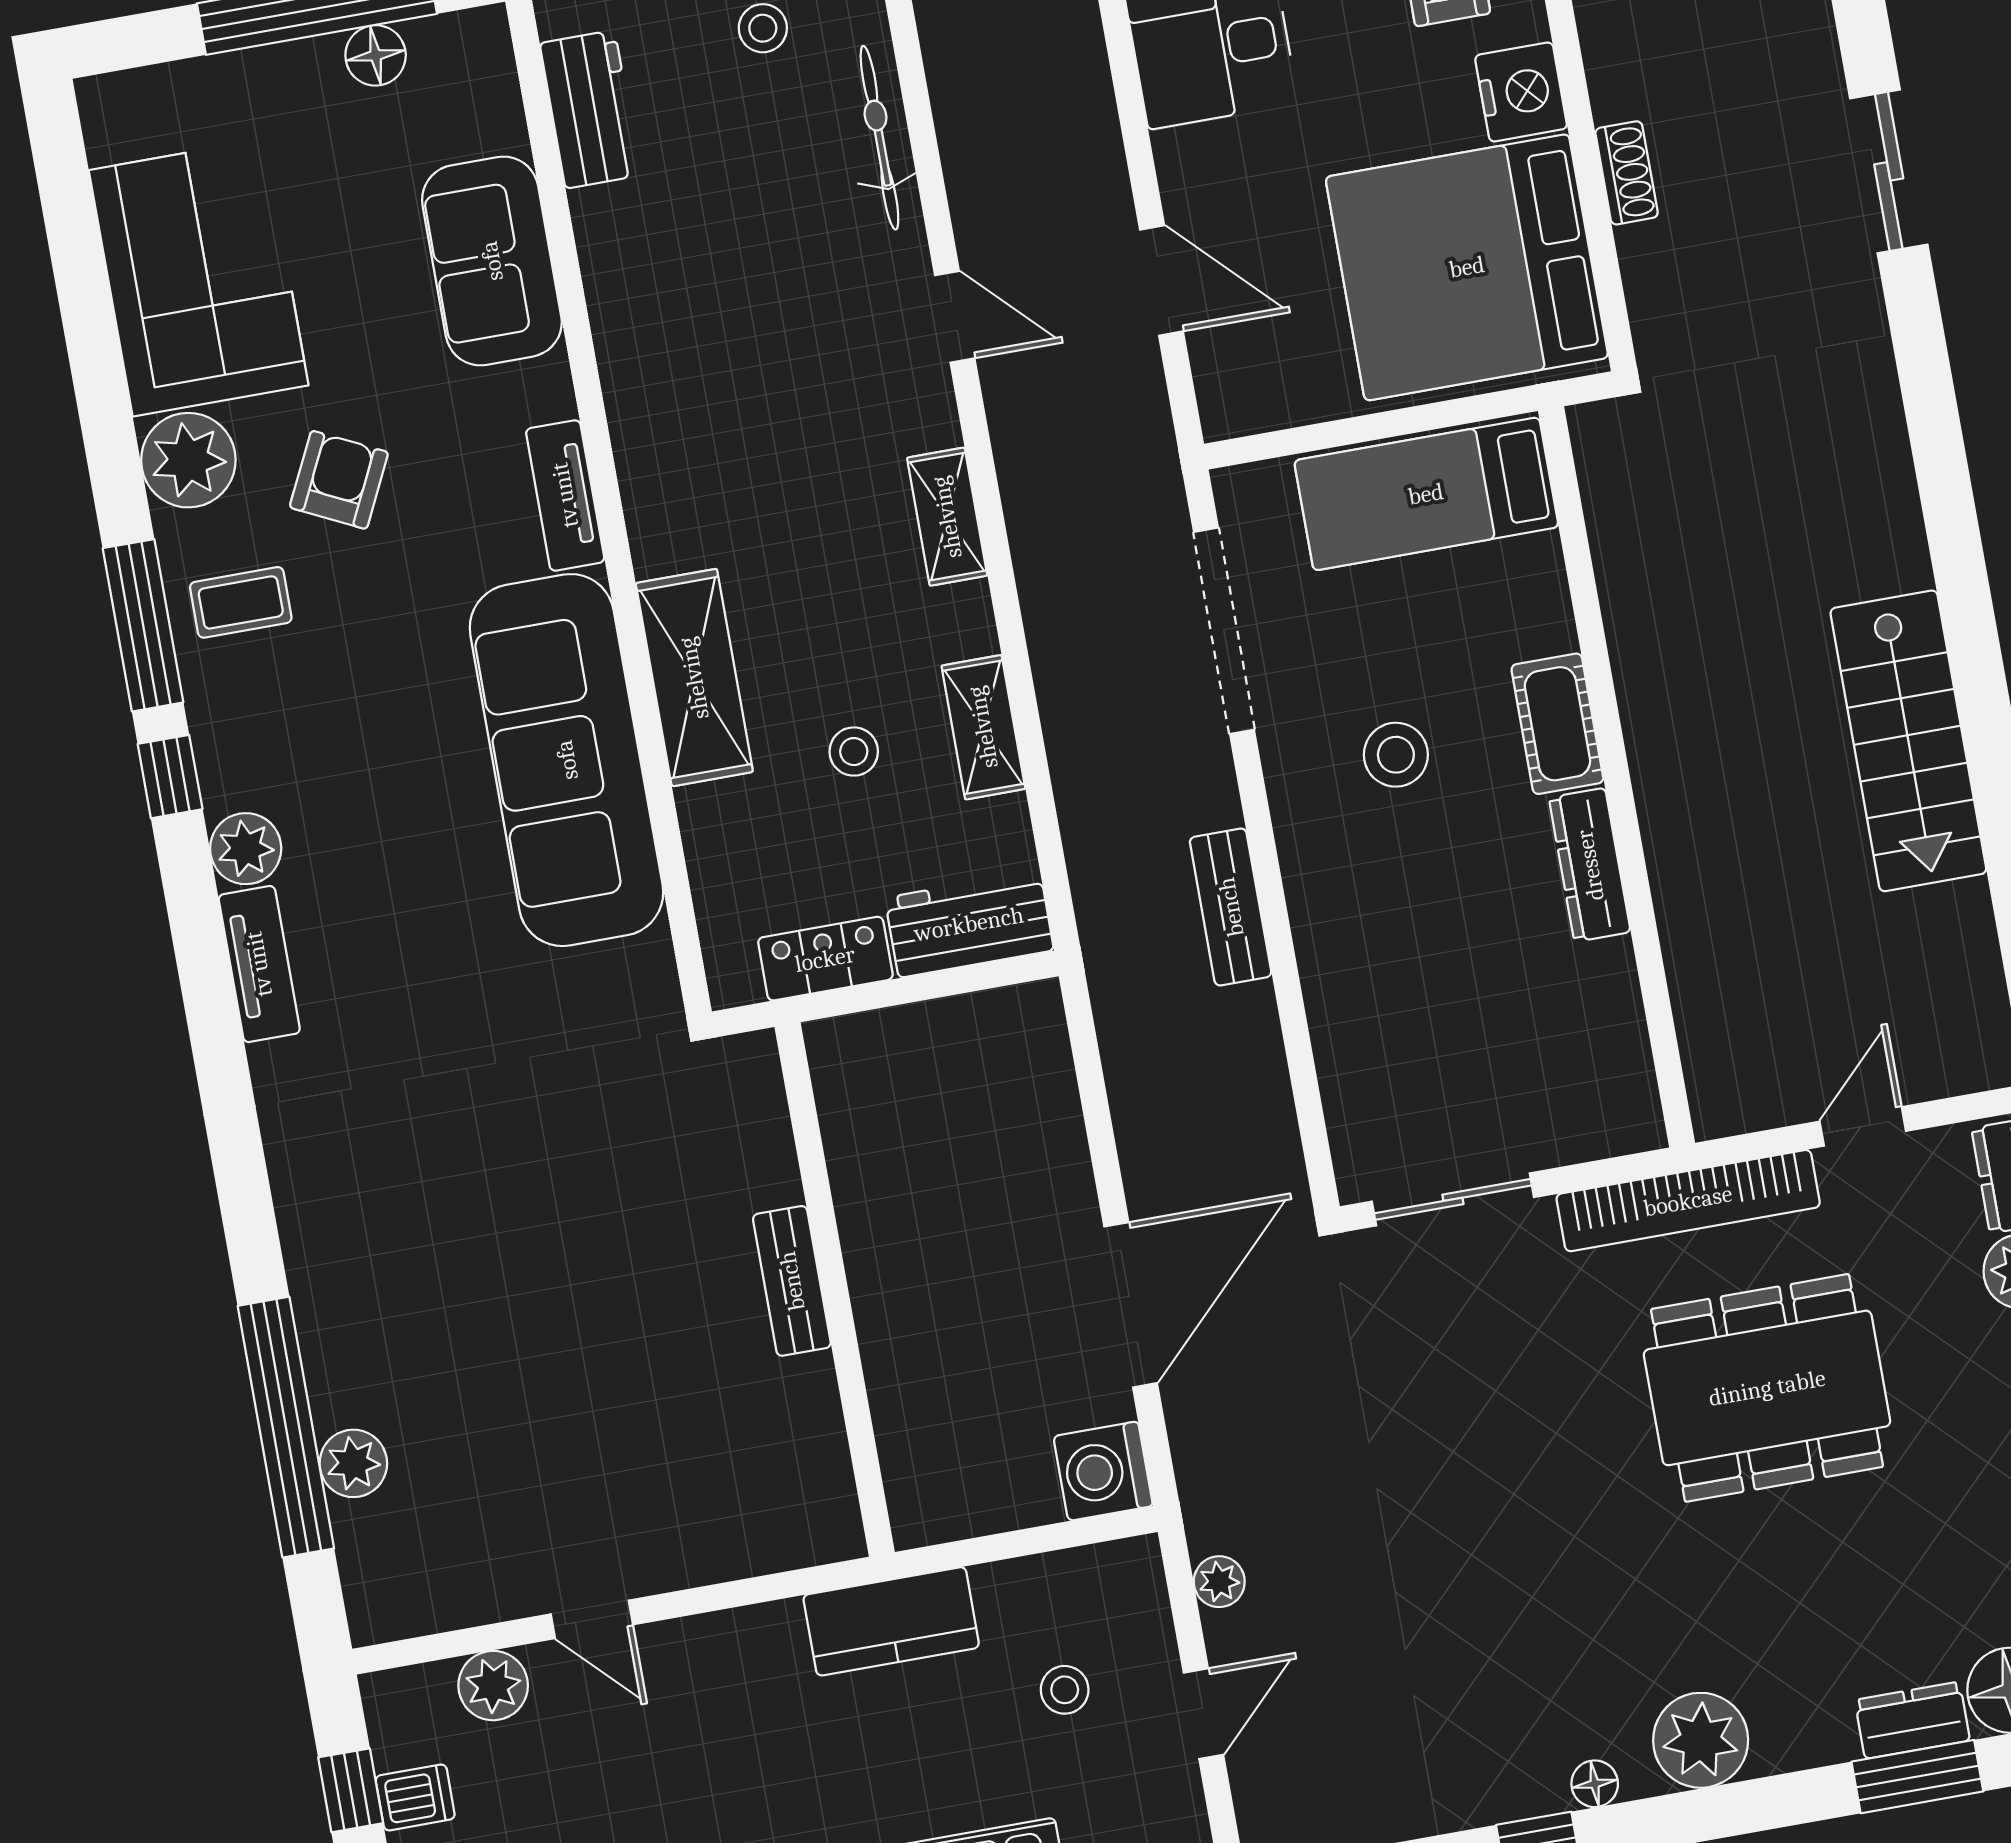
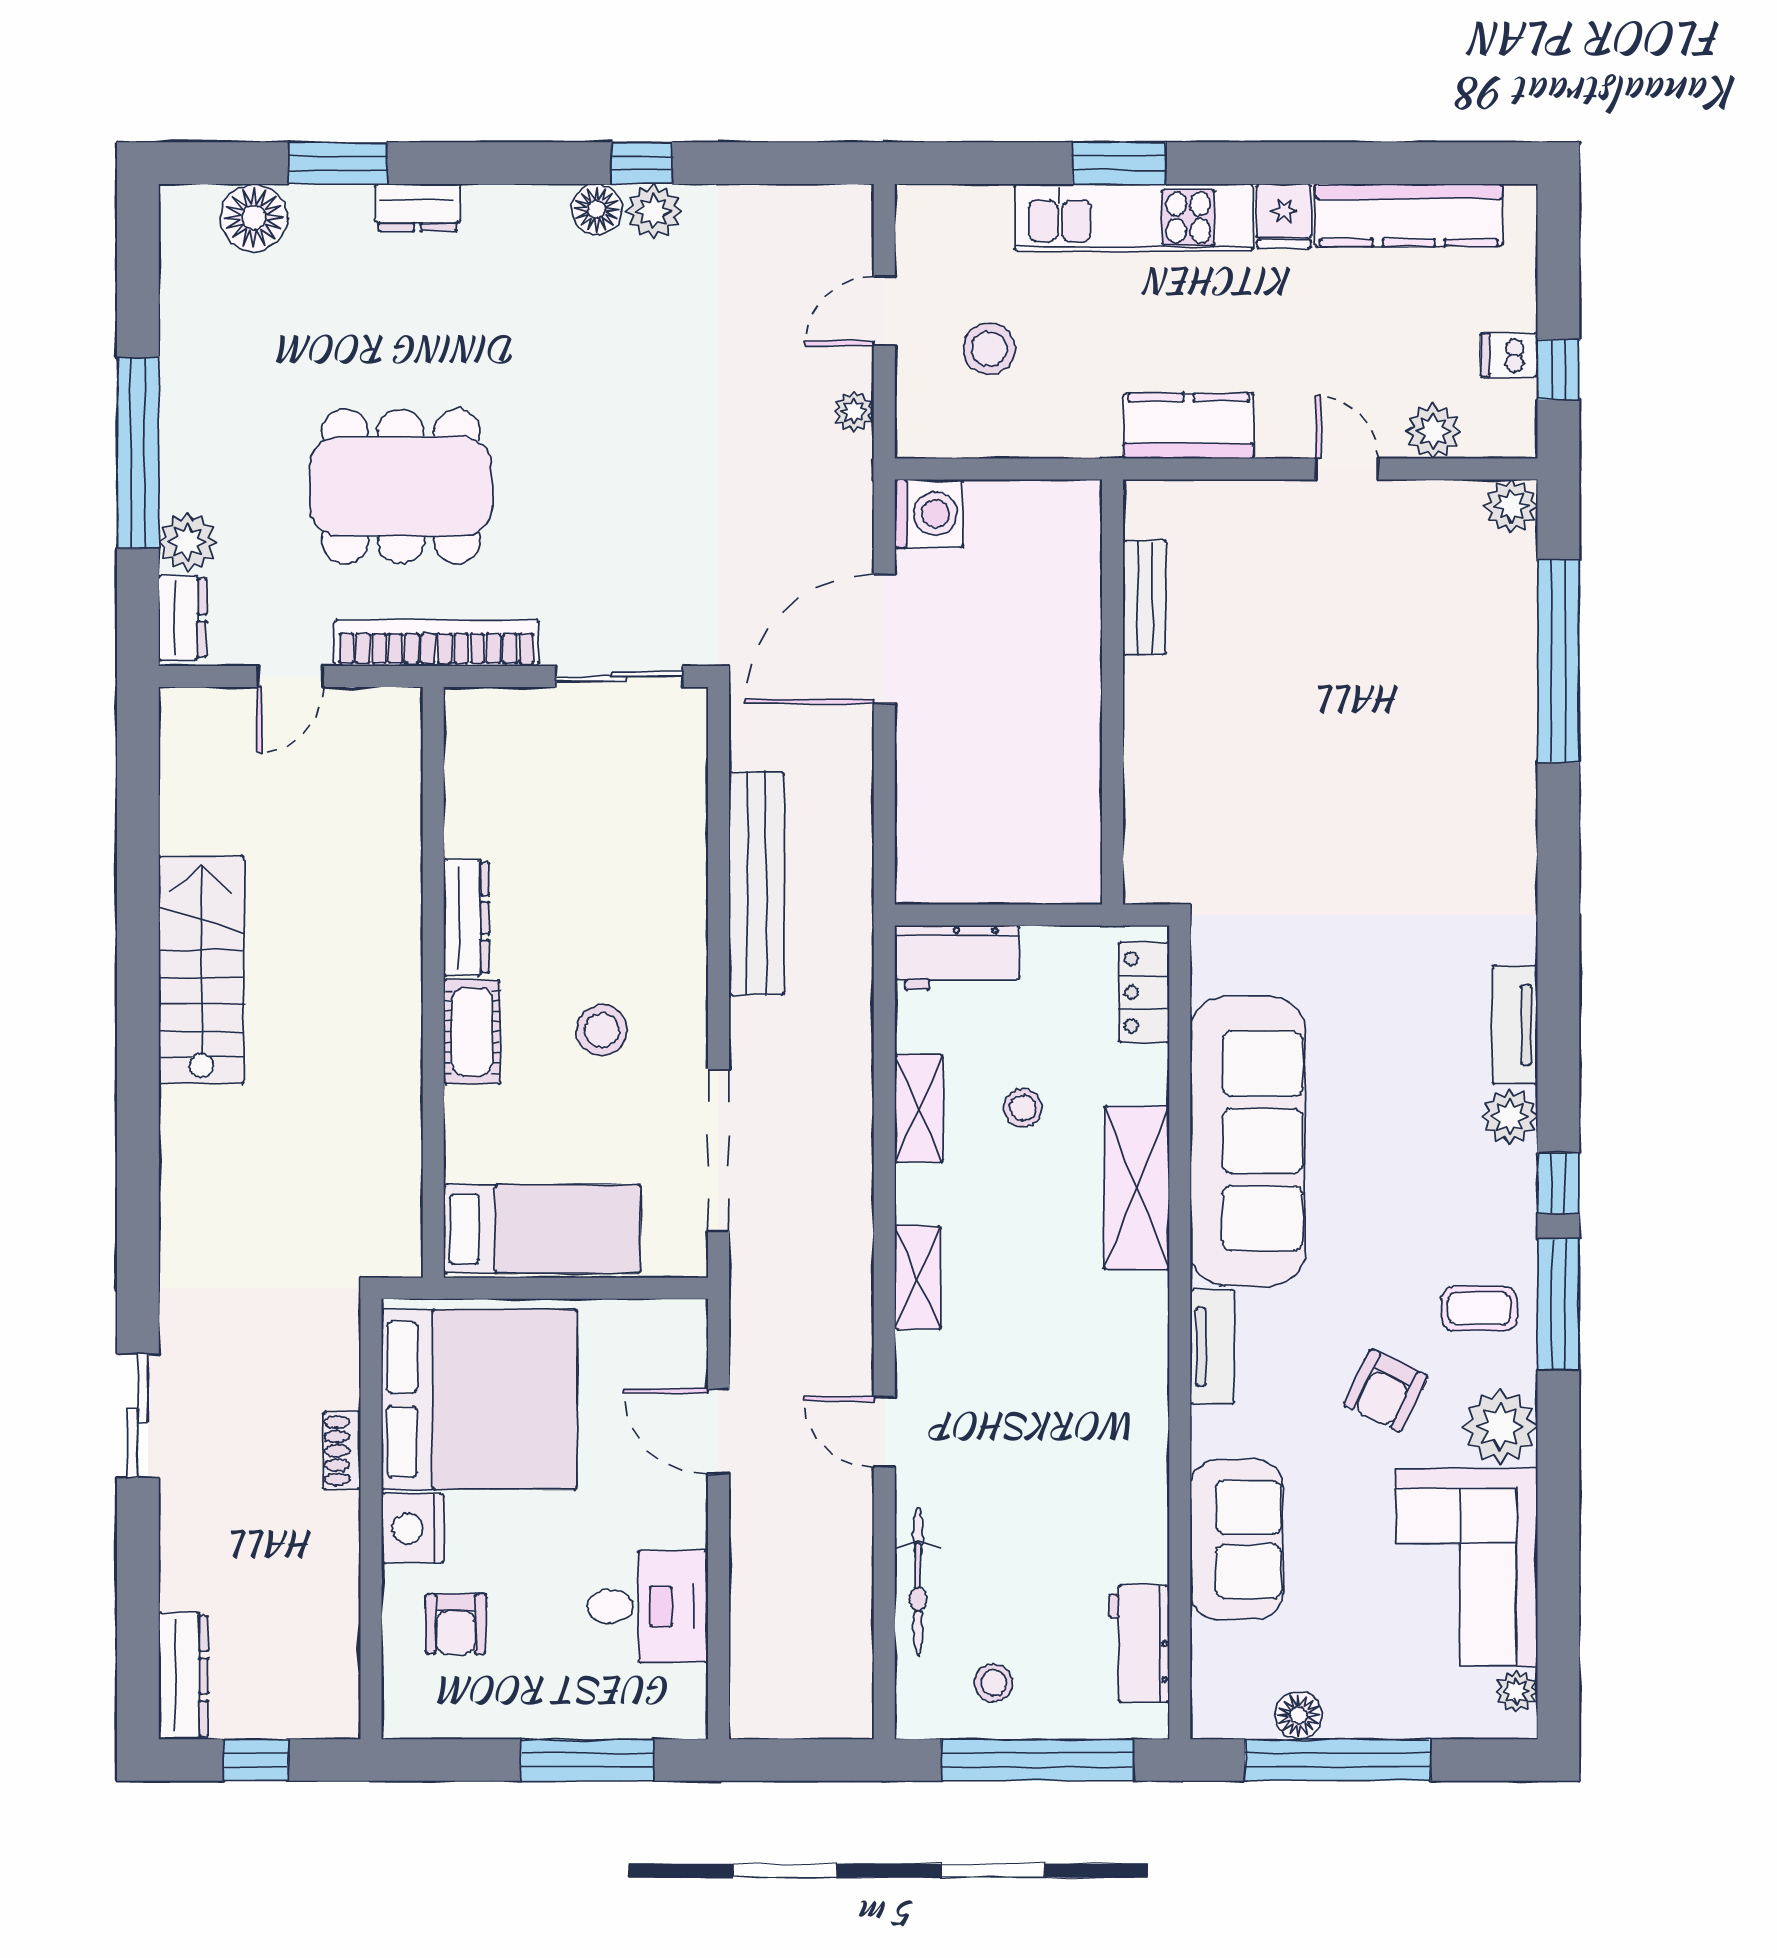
plant: (109, 134) -> (1516, 1691), added
bench: (1231, 907) -> (756, 883), width x1.86, depth x1.21
locker: (825, 959) -> (1144, 992), moved, turned 90
bench: (792, 1281) -> (1145, 598), moved
plant: (353, 1463) -> (1511, 506), moved
kitchen counter: (891, 1621) -> (1189, 426), moved
stool: (1065, 1690) -> (989, 349), width x1.37, depth x1.37
dresser: (1912, 1720) -> (418, 208), moved
plant: (1701, 1740) -> (654, 211), moved, width x0.73, depth x0.73
floor lamp: (1595, 1784) -> (597, 209), width x1.37, depth x1.37

